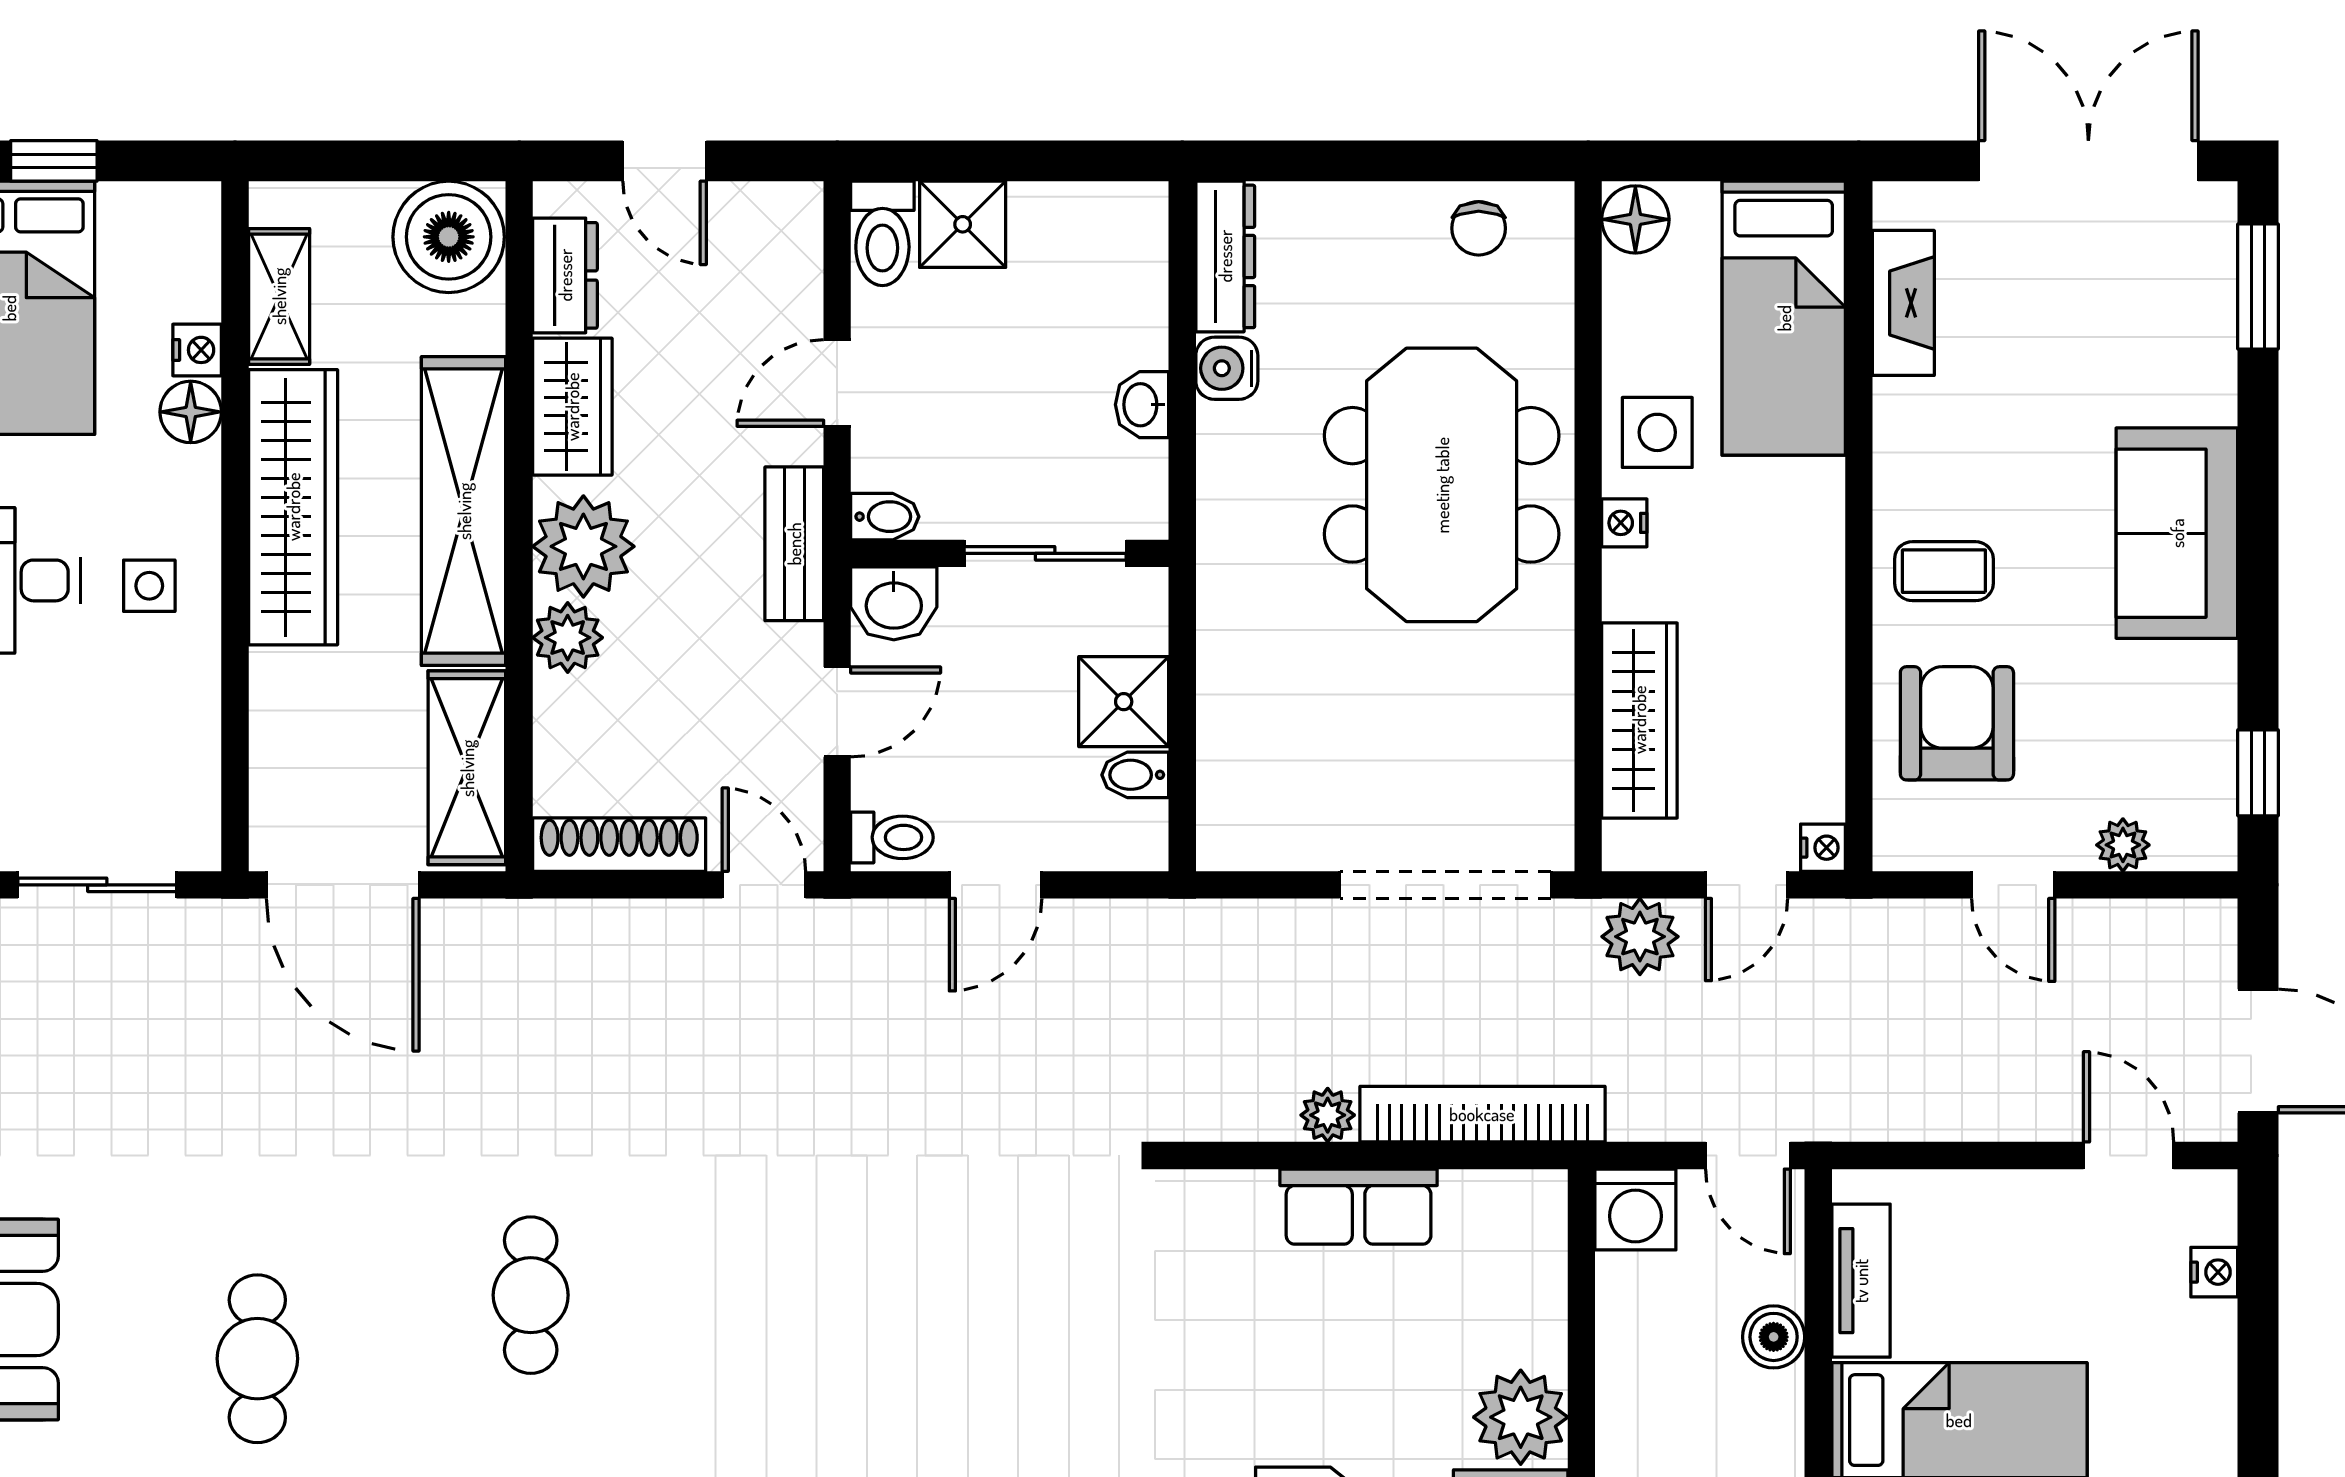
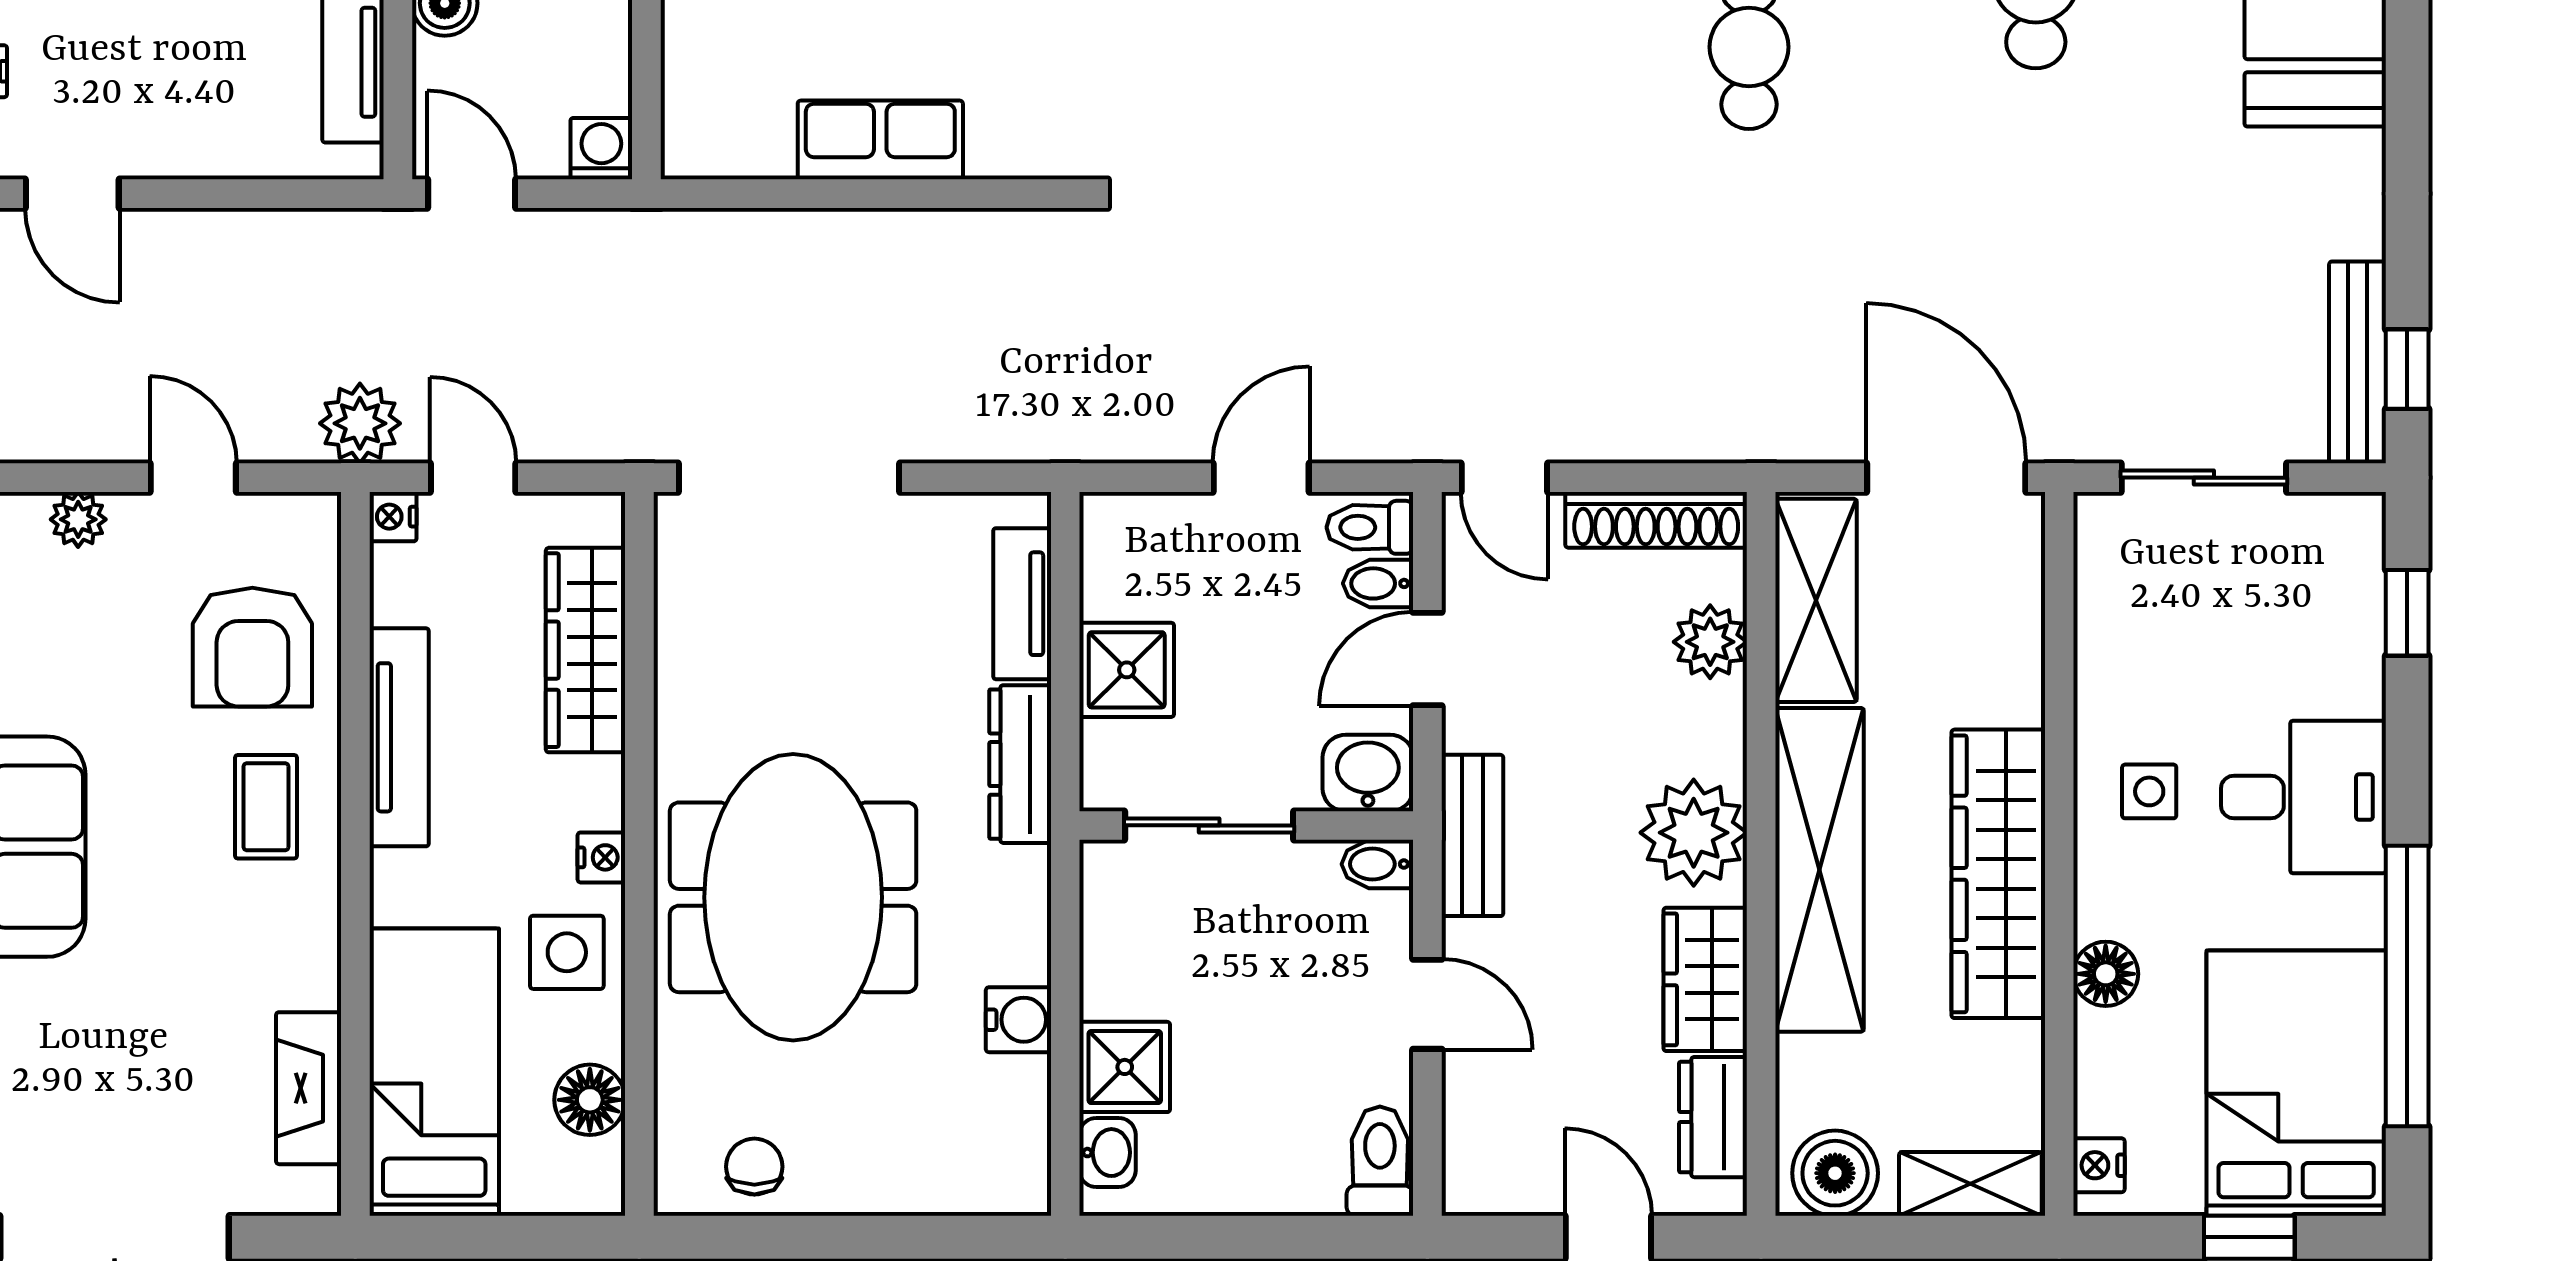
floor lamp: (1635, 219) -> (590, 1100), moved
shower: (963, 224) -> (1125, 1067), moved
boiler: (449, 237) -> (1835, 1173), width x0.73, depth x0.73
dresser: (1225, 256) -> (1020, 764), moved
shelving: (279, 296) -> (1970, 1184), moved, turned 90
nightstand: (197, 350) -> (2099, 1165), moved
door: (837, 383) -> (1427, 1004), hinge flipped
washbasin: (1142, 405) -> (1107, 1153), moved
coffee table: (1944, 571) -> (266, 807), turned 90
tv unit: (1817, 637) -> (399, 737), added
plant: (568, 638) -> (1710, 642), moved
tv unit: (1223, 765) -> (1022, 604), added
bidet: (1135, 775) -> (1378, 583), moved, turned 180
door: (1747, 885) -> (473, 478), hinge flipped
plant: (1640, 937) -> (360, 423), moved
bookcase: (1482, 1114) -> (750, 237), removed
plant: (1328, 1115) -> (913, 236), removed
washing machine: (1635, 1209) -> (601, 149), width x0.73, depth x0.73

